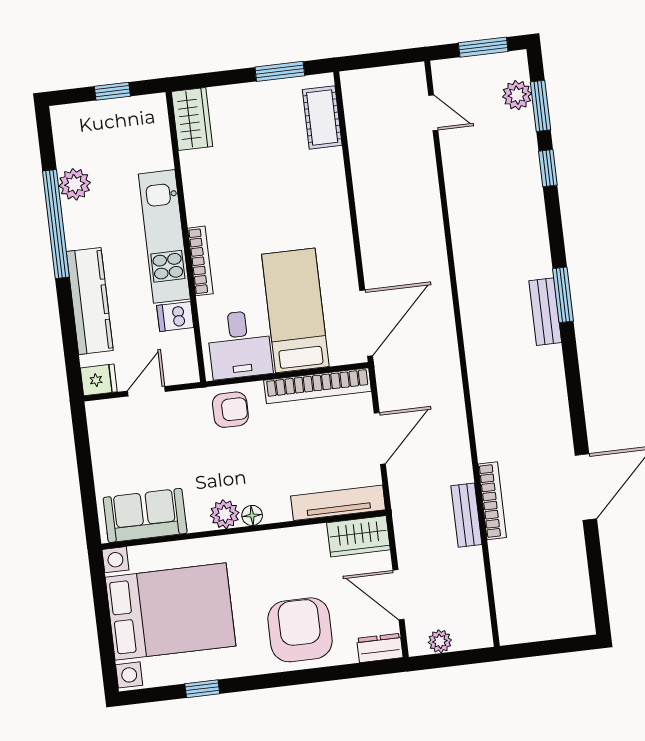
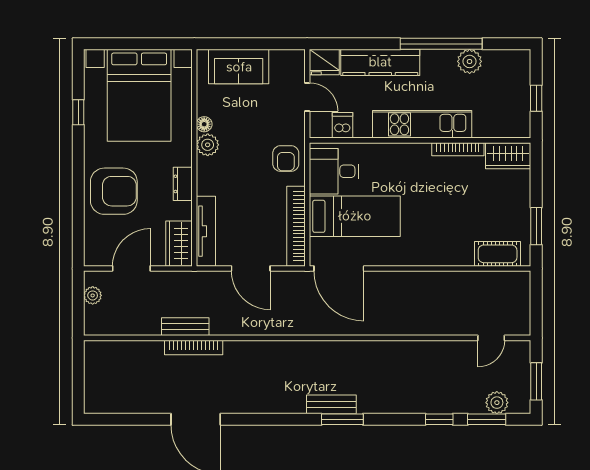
bookcase: (200, 261) -> (458, 149), moved
dishwasher: (175, 316) -> (343, 125), moved
fridge: (99, 380) -> (324, 62), width x1.38
sofa: (145, 515) -> (239, 67), moved, turned 90
floor lamp: (252, 515) -> (204, 124), moved
dresser: (380, 648) -> (183, 184), moved, turned 180

